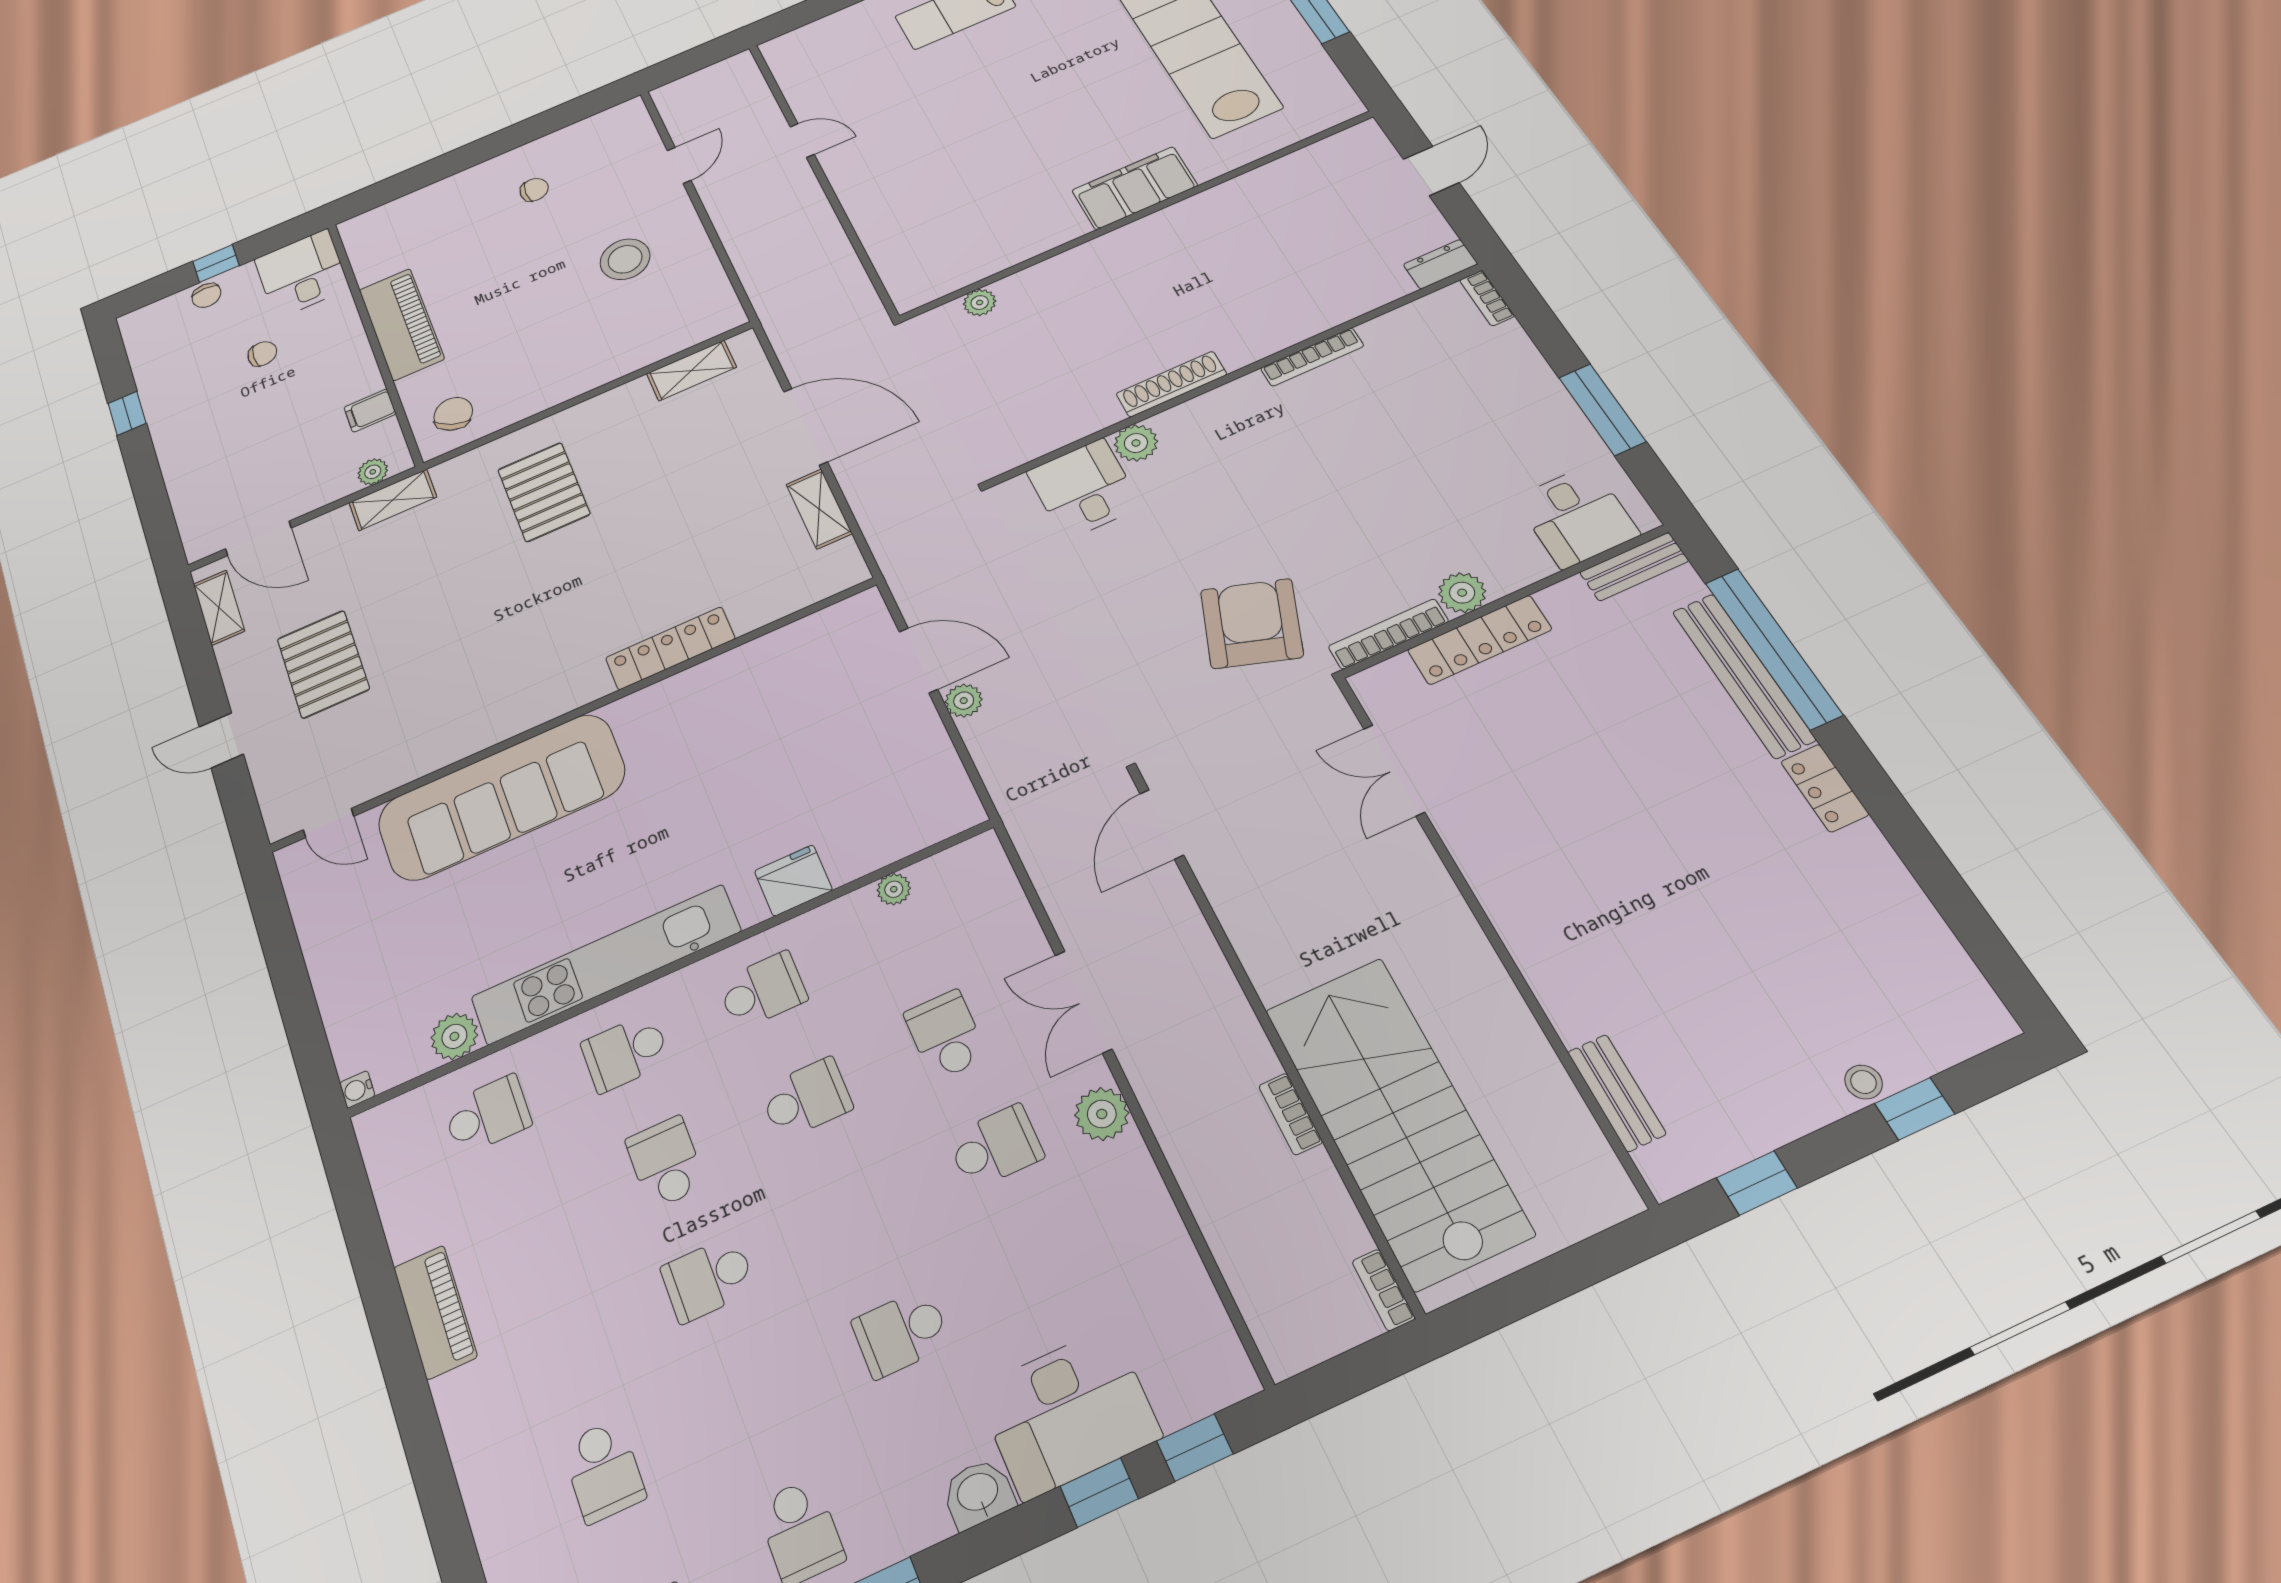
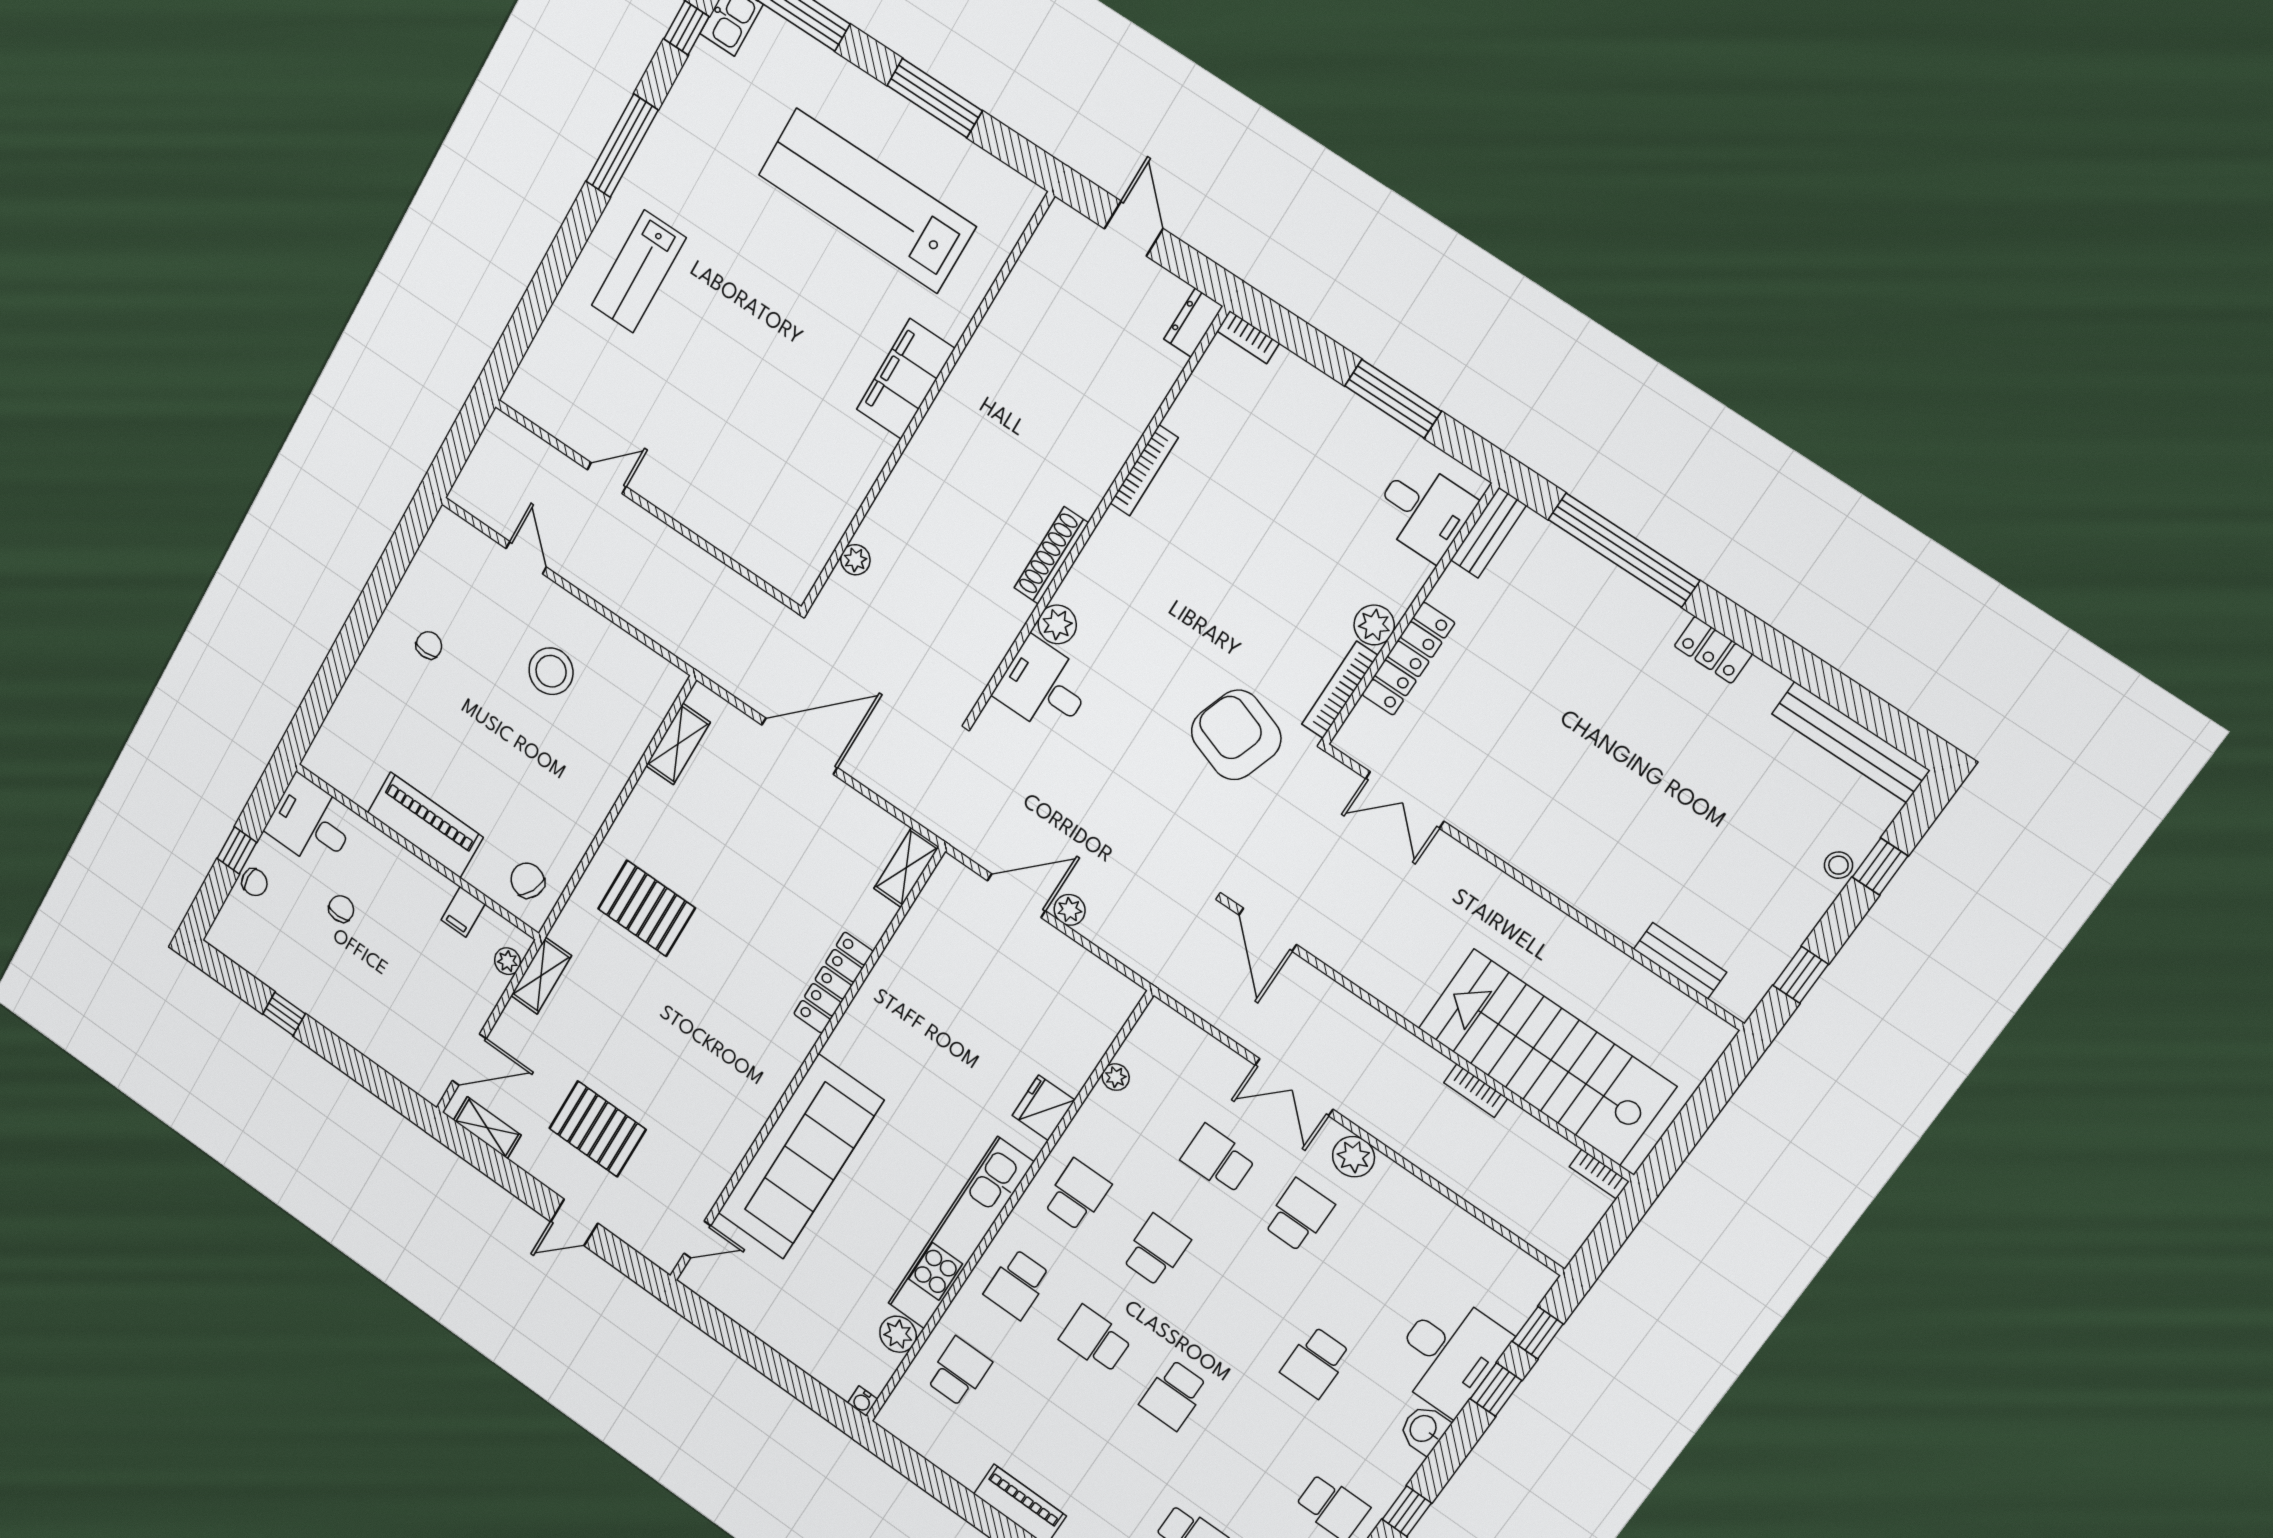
shelving: (819, 509) -> (906, 868), moved, turned 90
bench: (1743, 675) -> (1851, 742), moved

